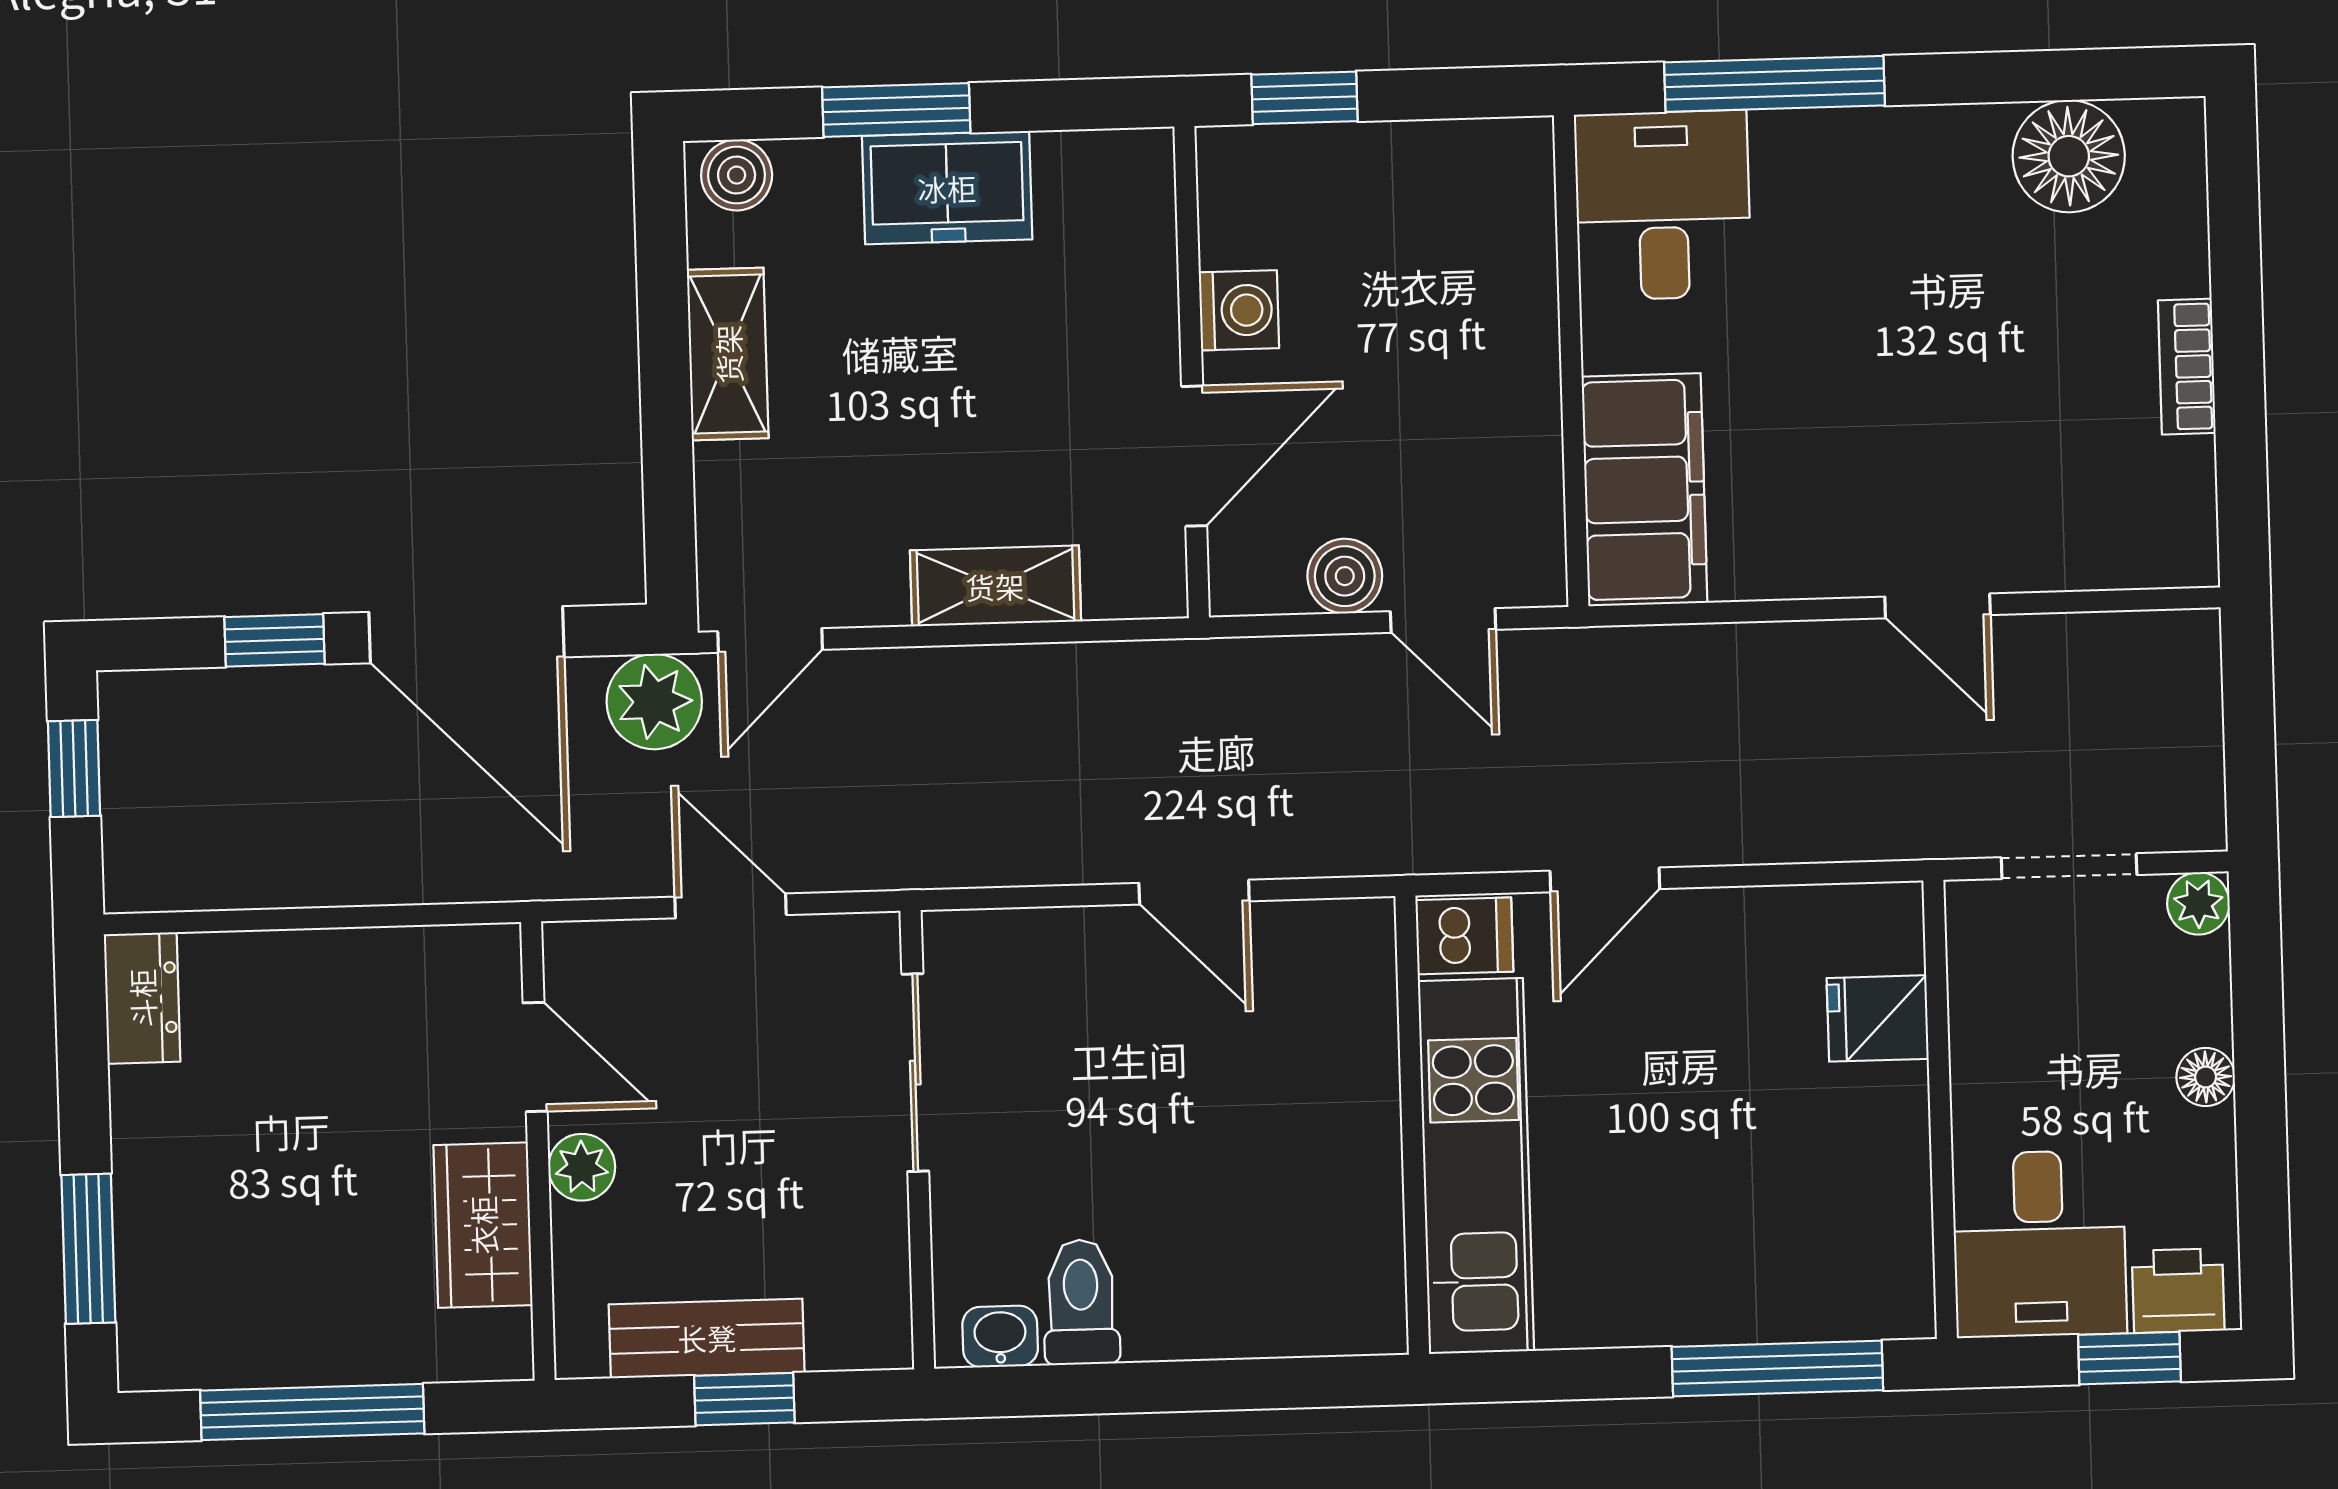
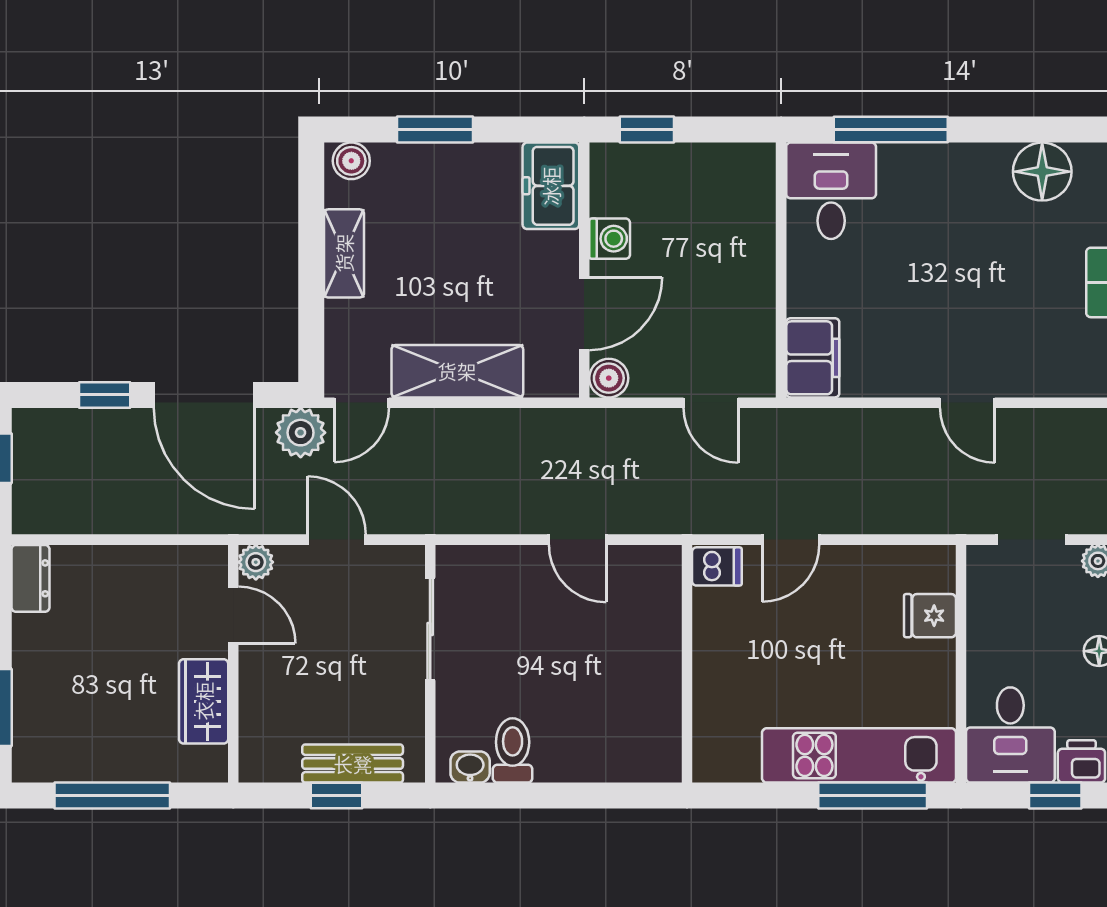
freezer: (947, 188) -> (551, 186), moved, turned 90
filing cabinet: (1645, 490) -> (813, 358), width x0.67, depth x0.86
boiler: (1345, 576) -> (609, 378), moved
shelving: (995, 586) -> (457, 371), width x1.50, depth x1.33
kitchen unit: (1476, 1166) -> (859, 755), moved, turned -90
plant: (582, 1167) -> (256, 562), moved
bench: (707, 1338) -> (353, 764), moved

